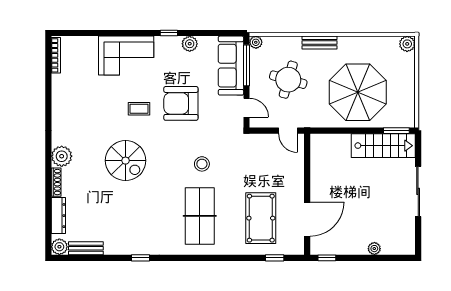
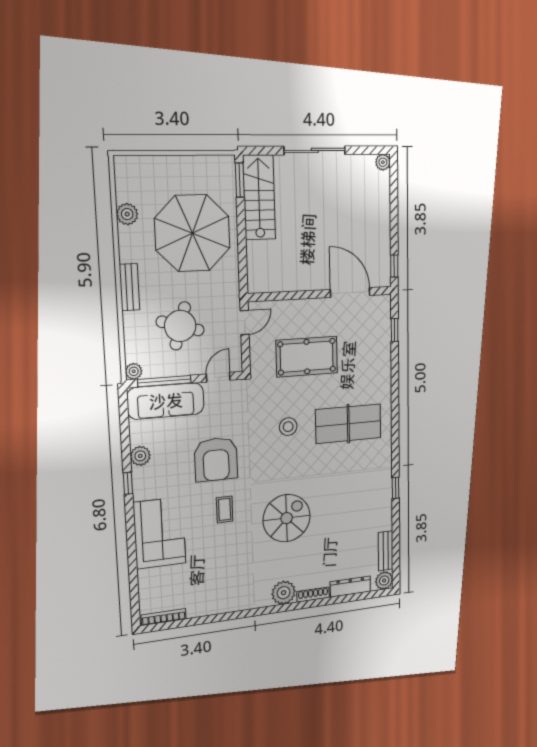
plant: (407, 44) -> (127, 214), moved
pool table: (261, 218) -> (307, 357), moved
plant: (374, 249) -> (383, 162), moved

